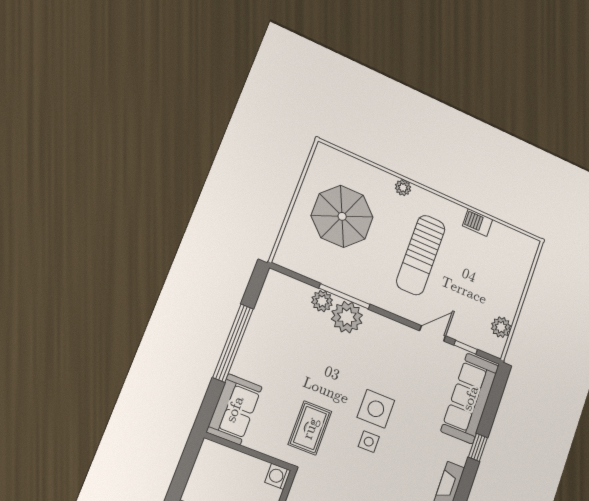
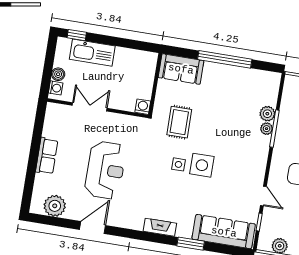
plant: (347, 317) -> (267, 129), width x0.53, depth x0.53
rug: (310, 428) -> (179, 122), turned 90
window: (478, 447) -> (191, 244), width x1.50

